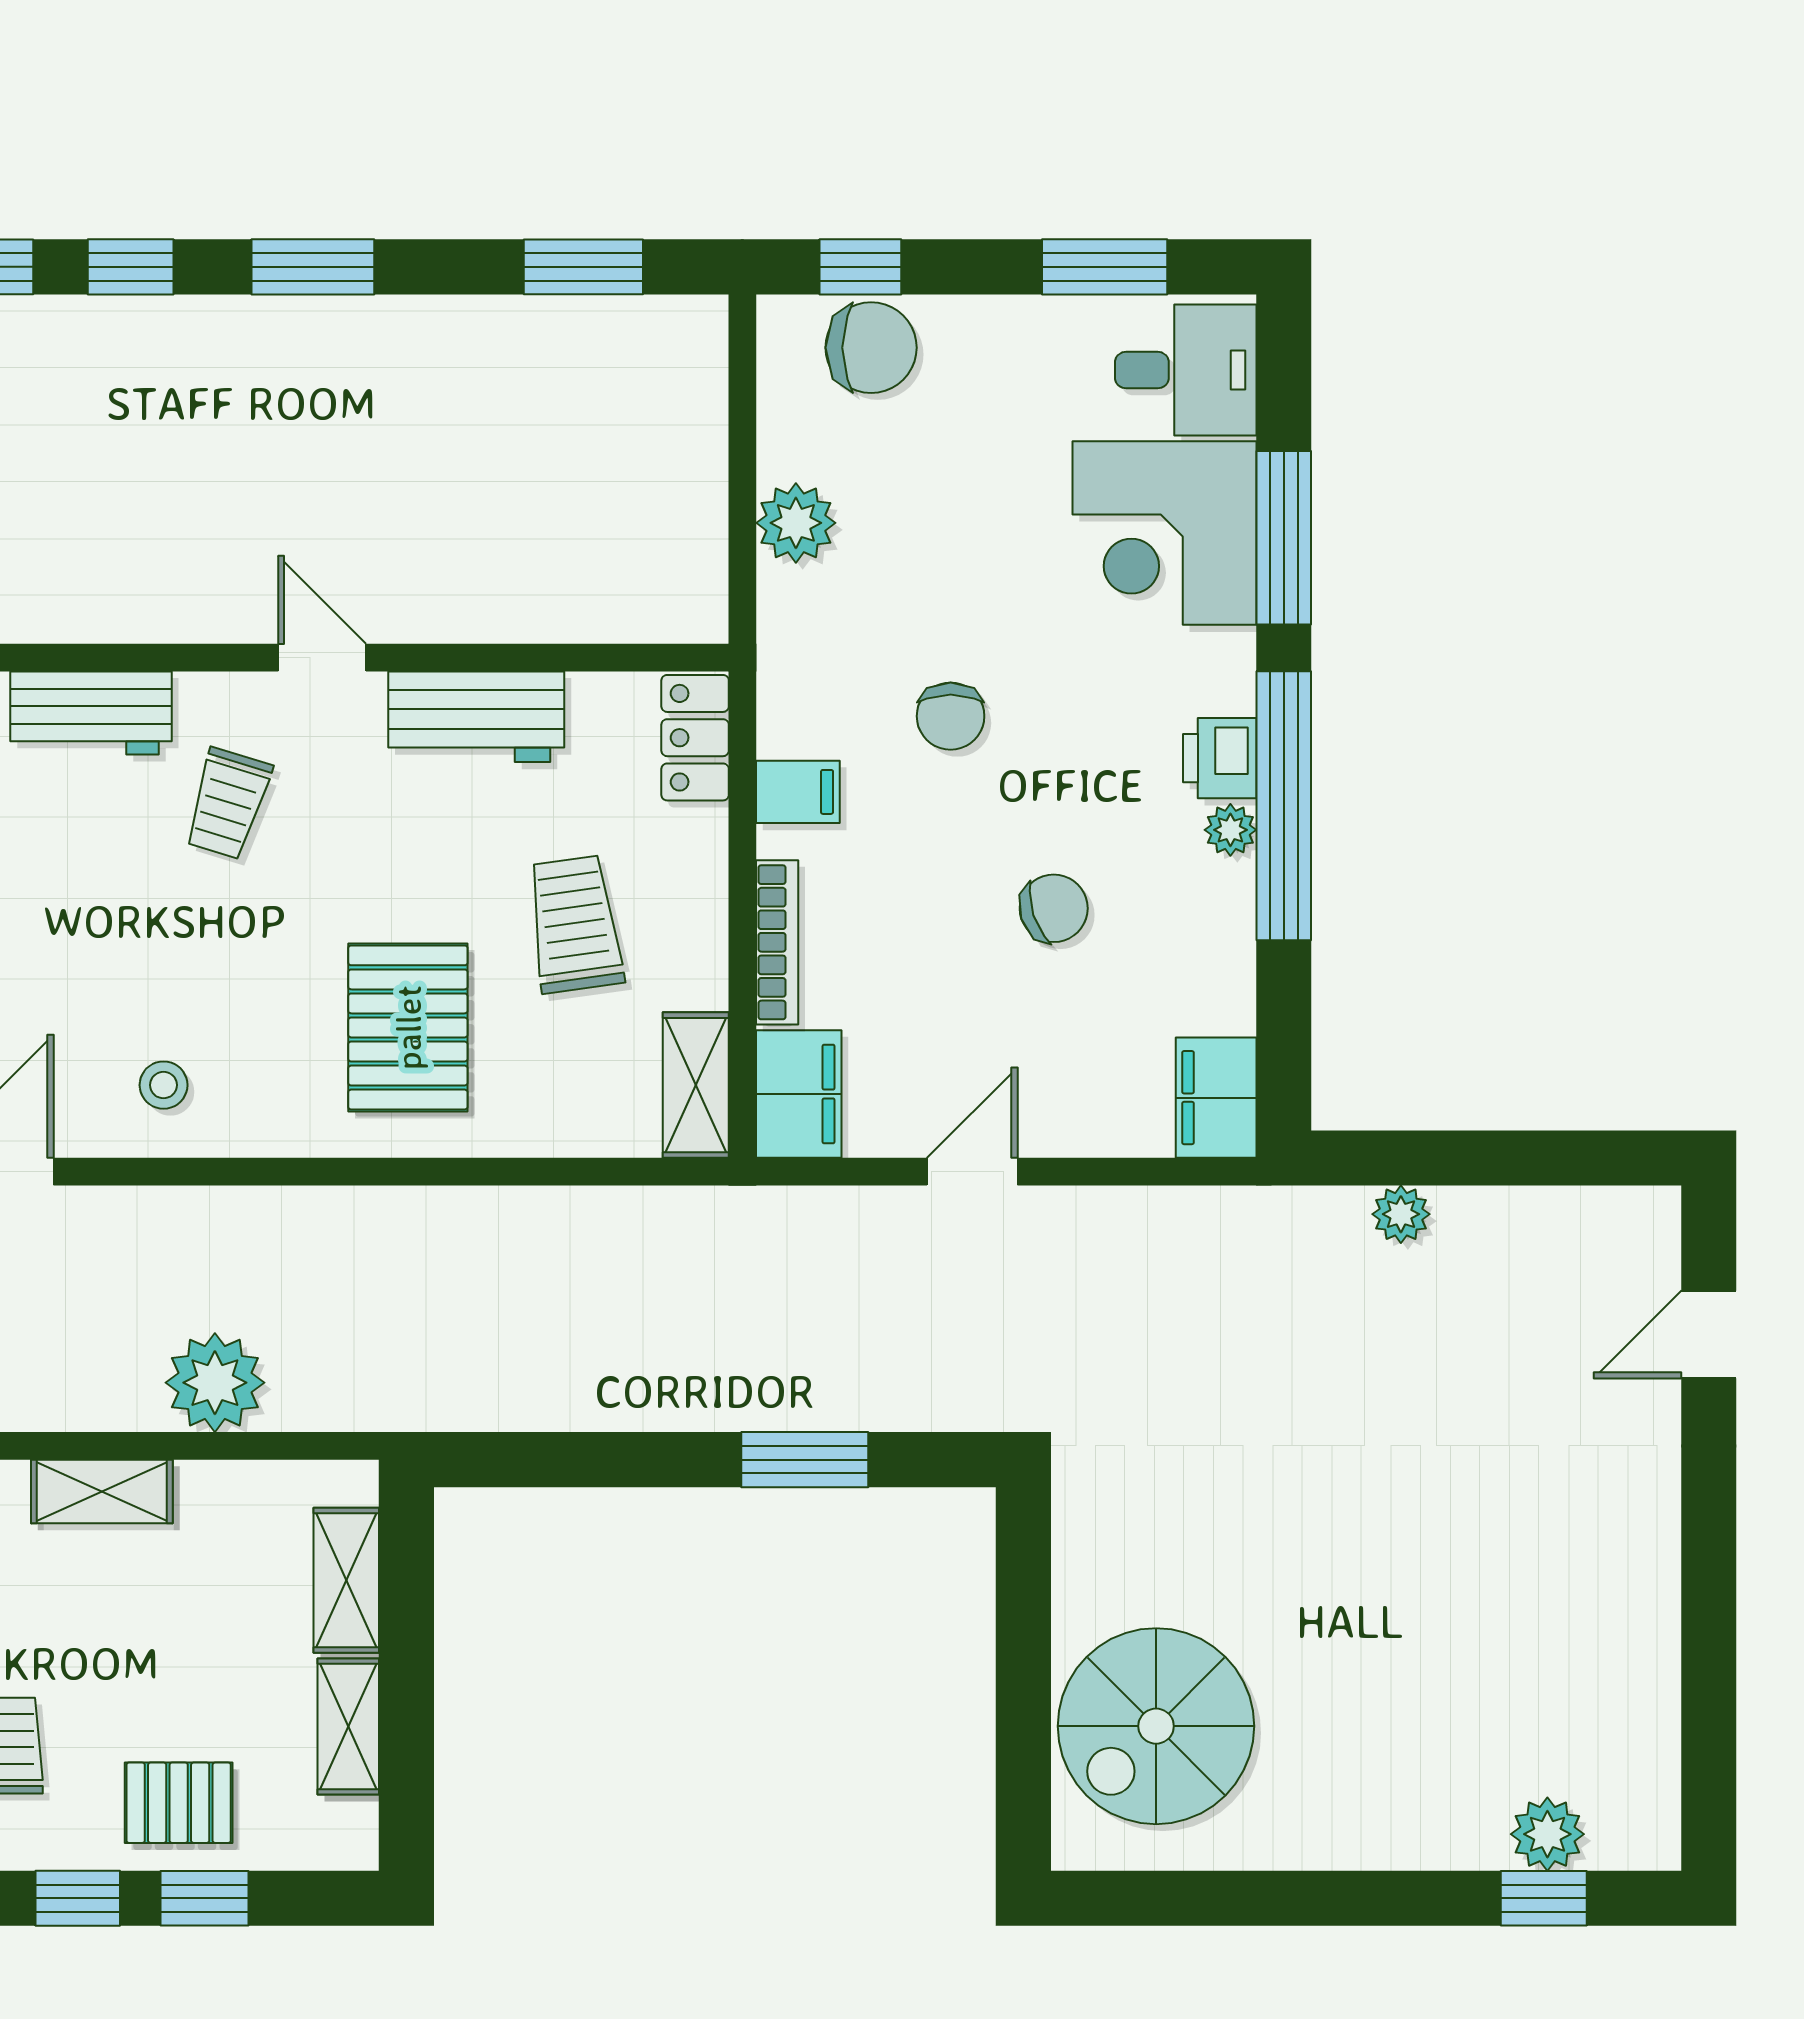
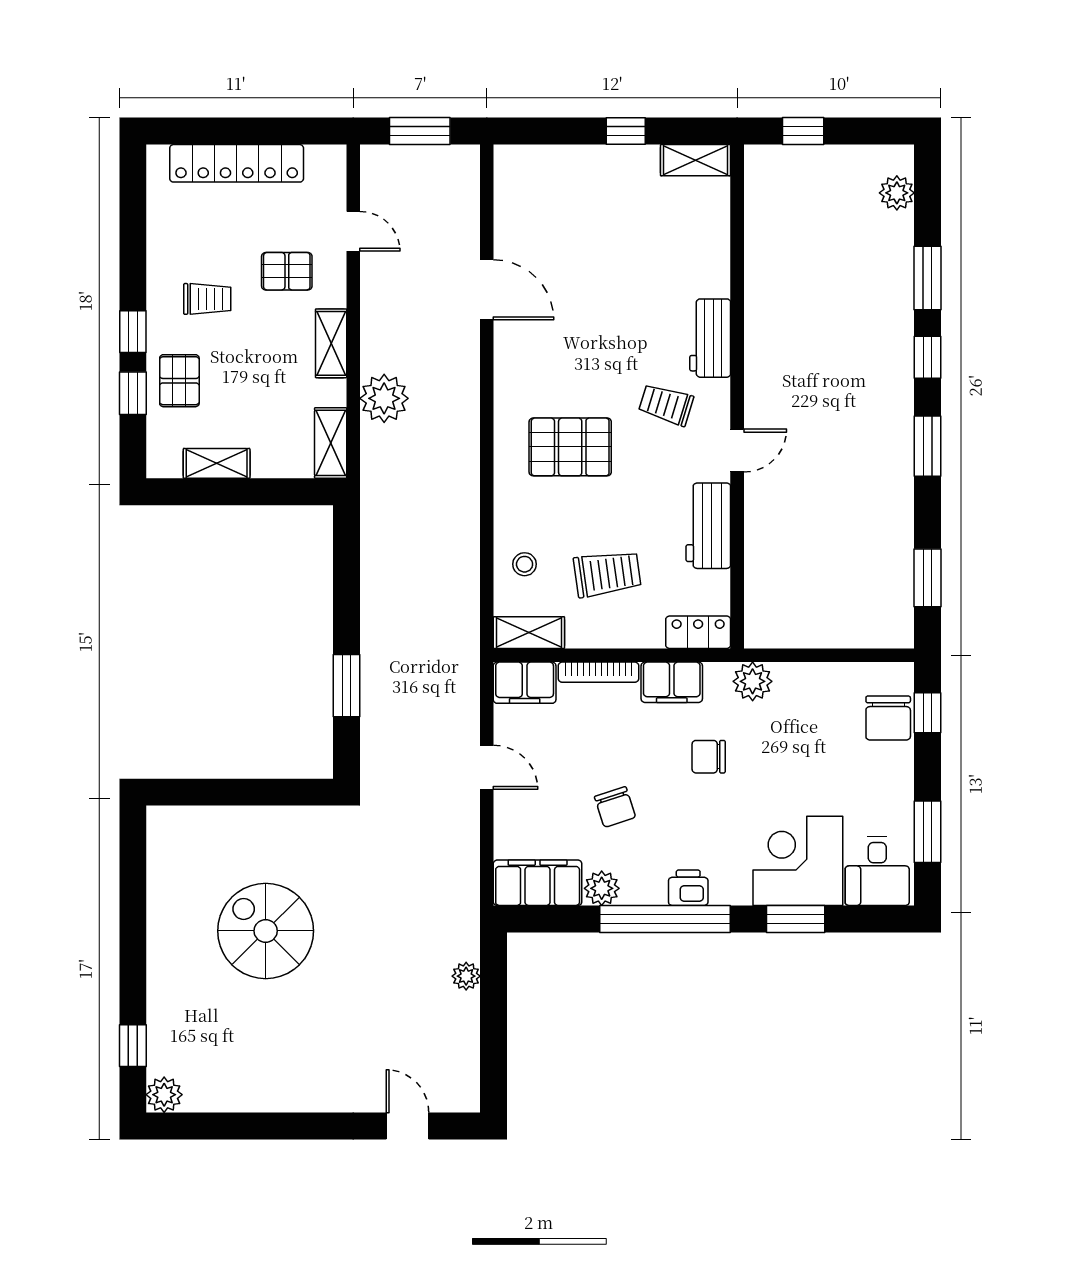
plant: (796, 523) -> (753, 681), moved
window: (1284, 538) -> (796, 919), width x0.69
filing cabinet: (798, 792) -> (672, 682), width x2.00
plant: (1230, 830) -> (602, 888), moved, width x1.38, depth x1.38
pallet: (408, 1027) -> (570, 447), moved
stool: (164, 1085) -> (525, 564), moved
filing cabinet: (1216, 1098) -> (538, 883), width x1.50, depth x1.17
shelving: (346, 1580) -> (331, 443), moved, turned 90
spiral stairs: (1156, 1726) -> (266, 931), moved
plant: (1547, 1834) -> (164, 1095), moved

